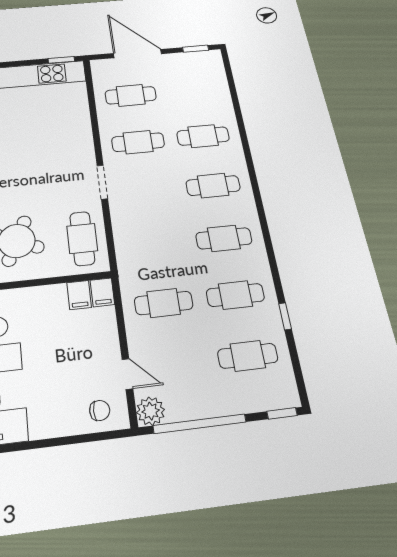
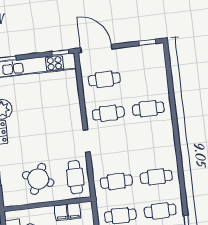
door: (137, 54) -> (96, 48), moved
cafe table: (213, 186) -> (116, 181), moved
filing cabinet: (102, 292) -> (61, 212), moved

